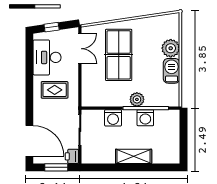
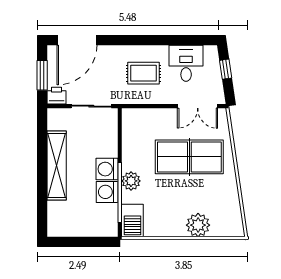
desk: (47, 57) -> (186, 63), width x0.73
barbecue: (172, 71) -> (132, 221), moved, turned 90
rug: (55, 90) -> (144, 73), turned 90
washing machine: (113, 118) -> (107, 169), moved
shelving: (134, 156) -> (57, 165), width x1.47

